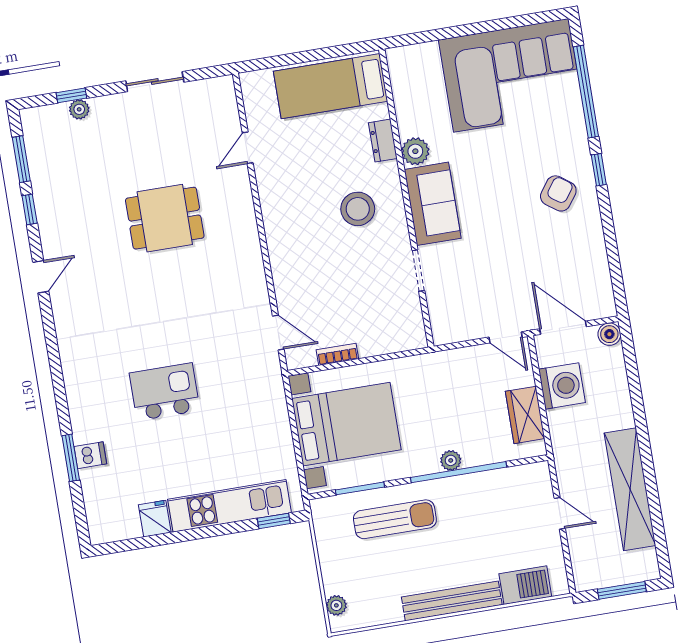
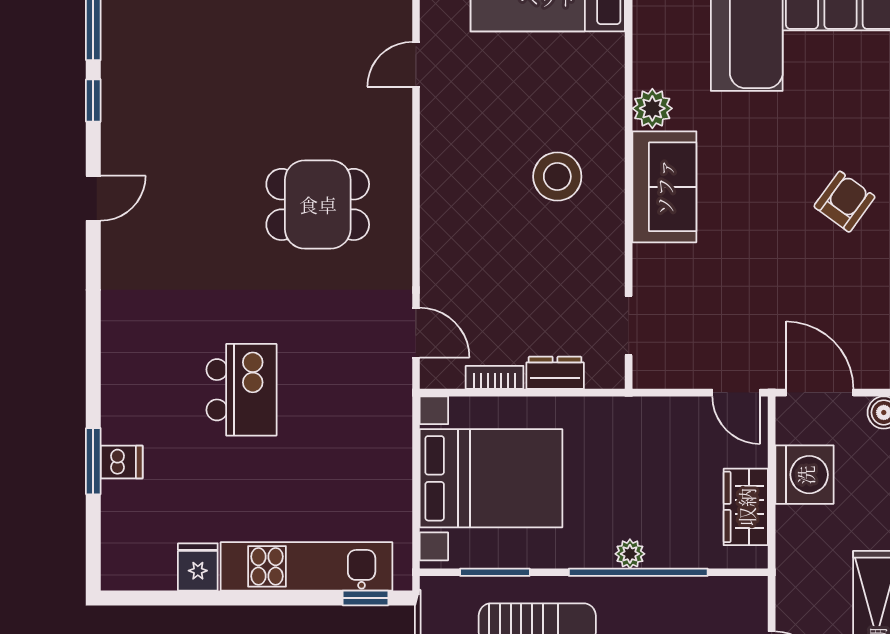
dresser: (383, 141) -> (555, 373), moved, turned 90
dining table: (165, 218) -> (318, 204), moved
doorway: (418, 270) -> (629, 326), moved
kitchen island: (165, 392) -> (242, 390), turned 90

